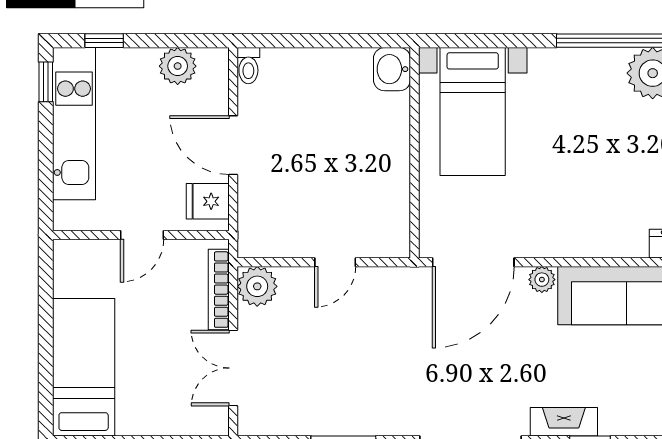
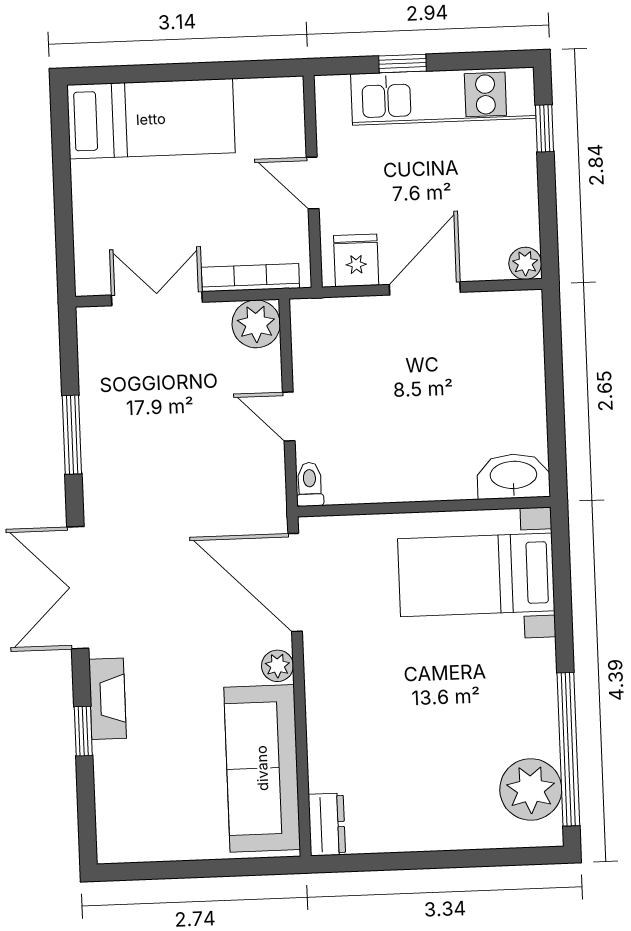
plant: (178, 66) -> (525, 263), moved, width x0.73, depth x0.73
toilet: (248, 66) -> (310, 484), moved, turned 90
washbasin: (392, 69) -> (513, 476), width x1.38
window: (46, 82) -> (402, 64), moved

